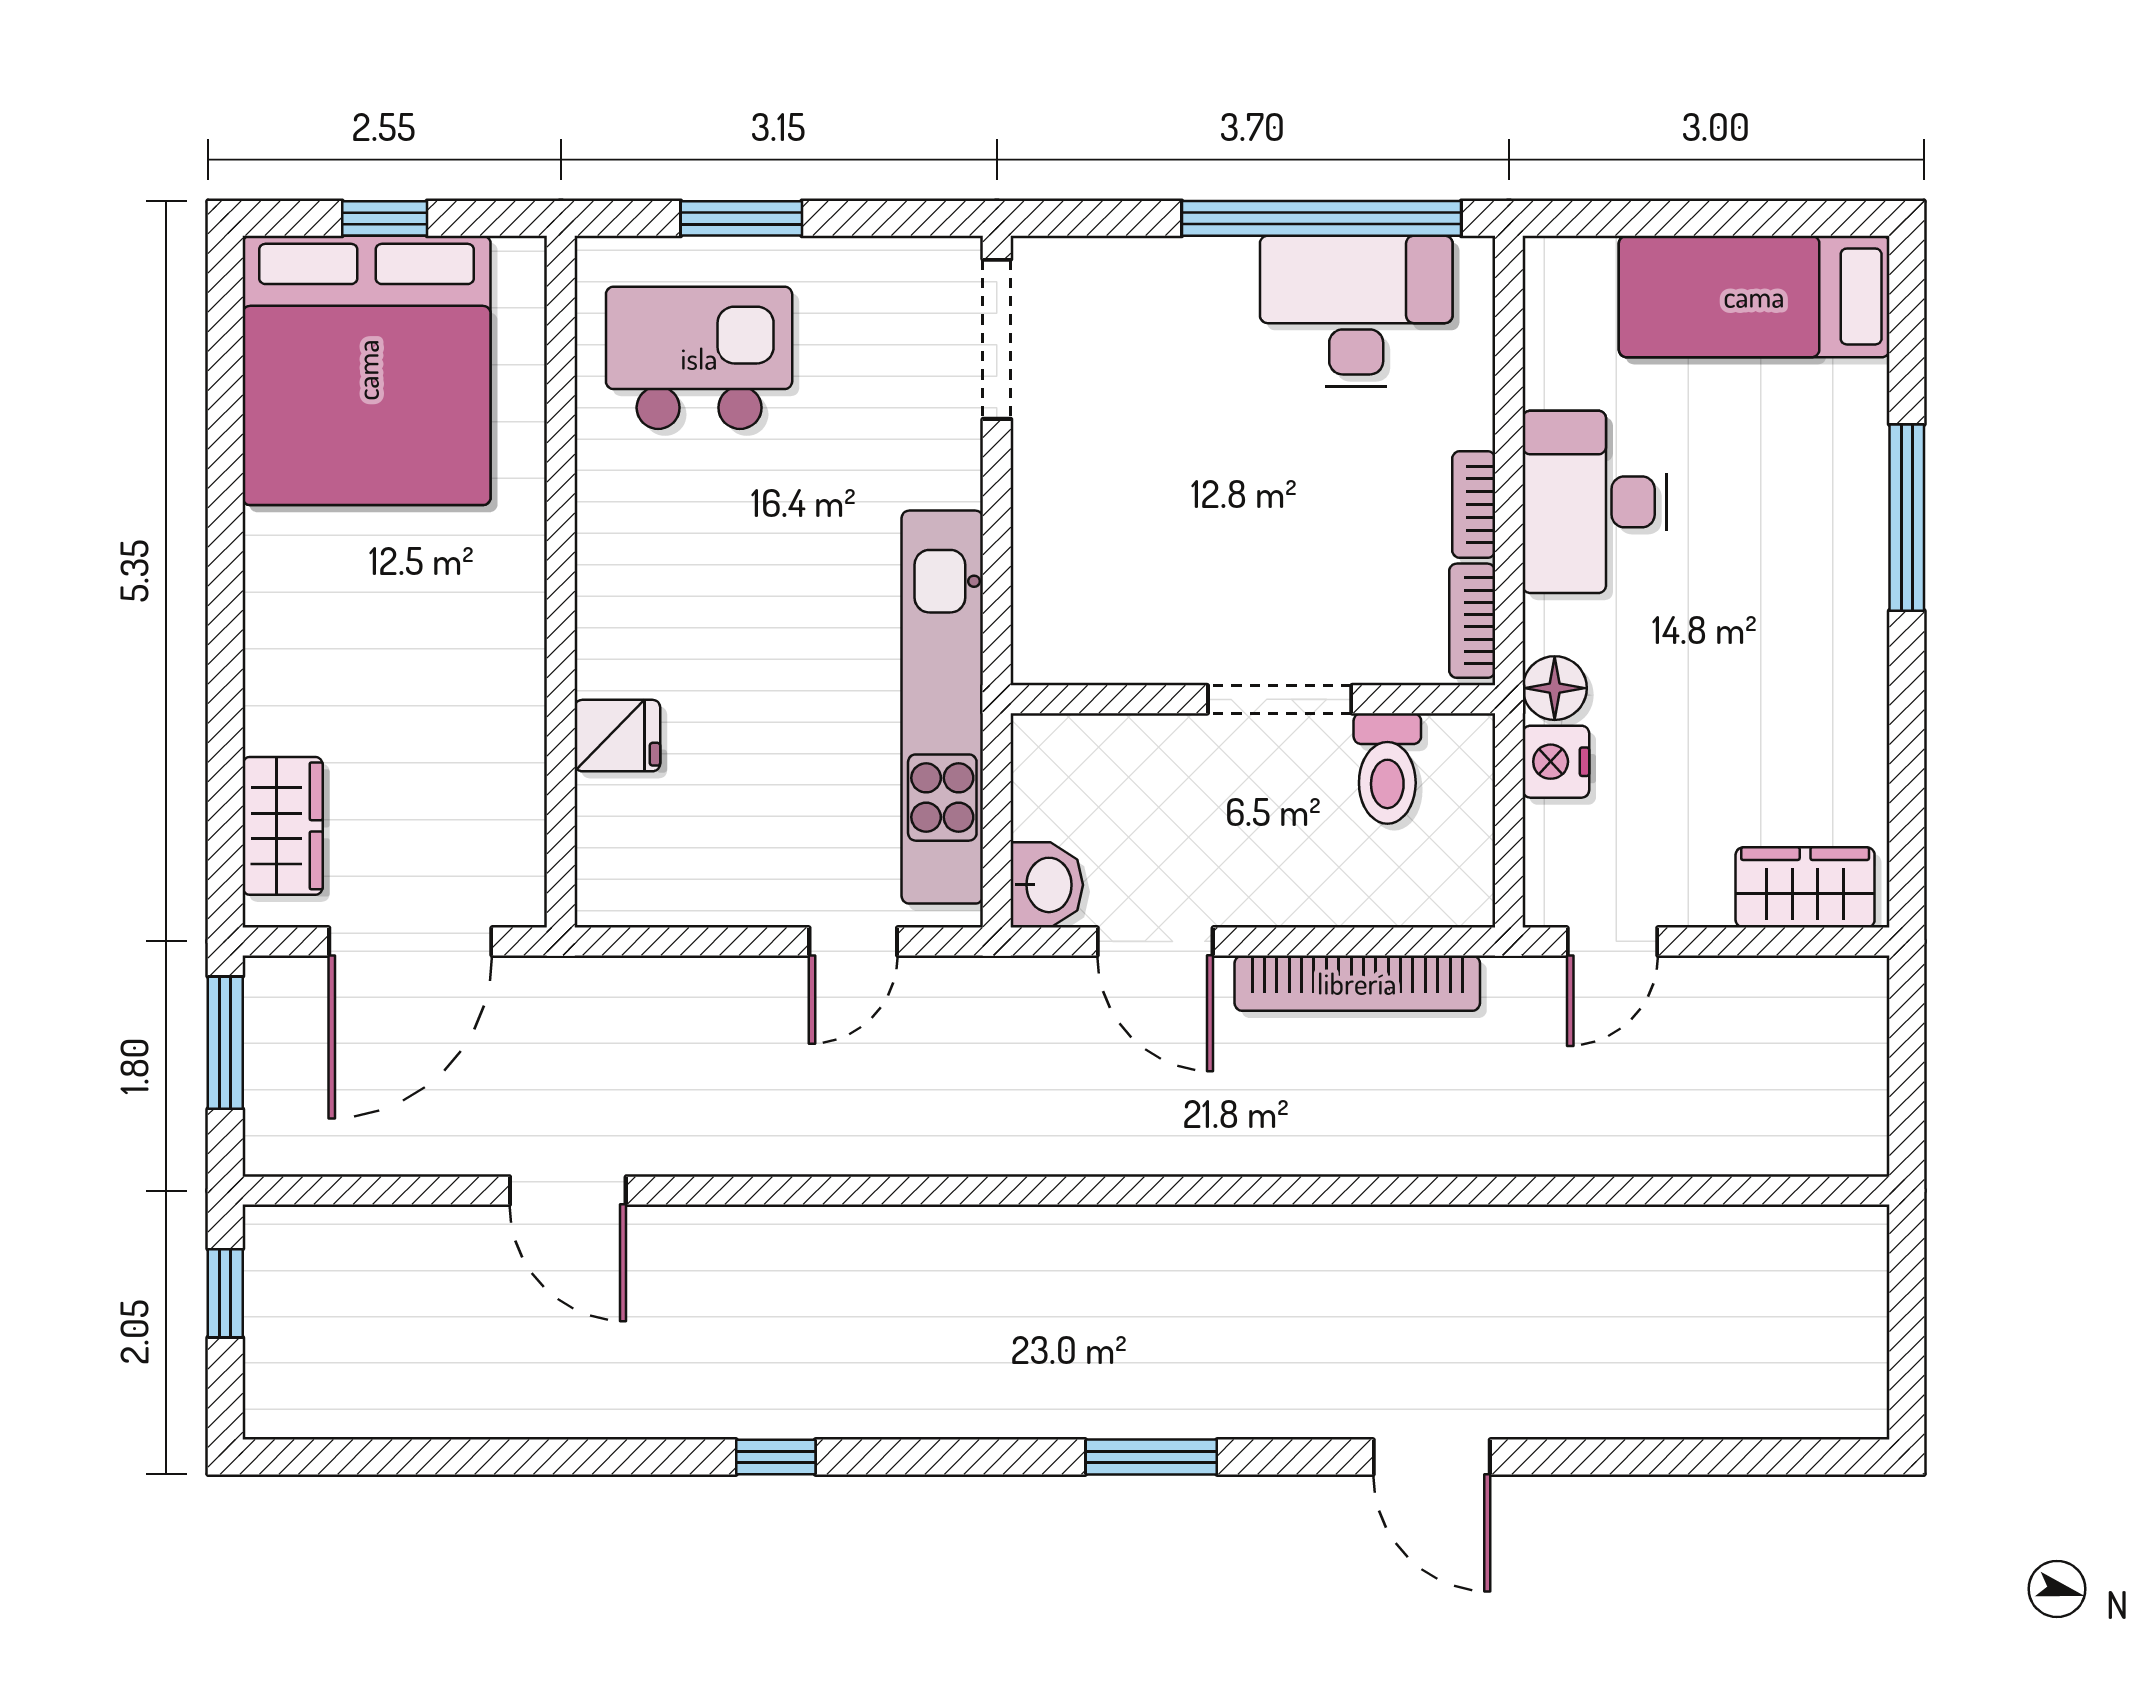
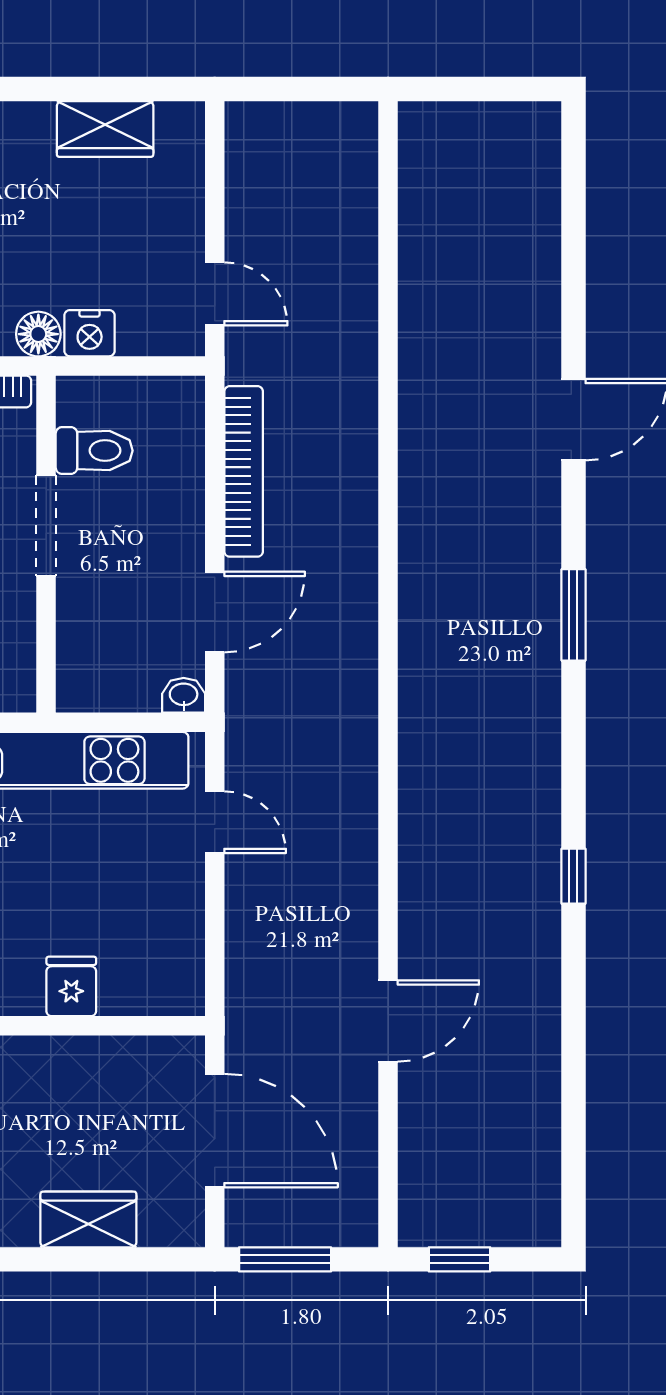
wardrobe: (283, 826) -> (88, 1219), moved
washbasin: (1047, 885) -> (184, 695), width x0.72, depth x0.69
wardrobe: (1805, 887) -> (105, 129), moved, turned -90

